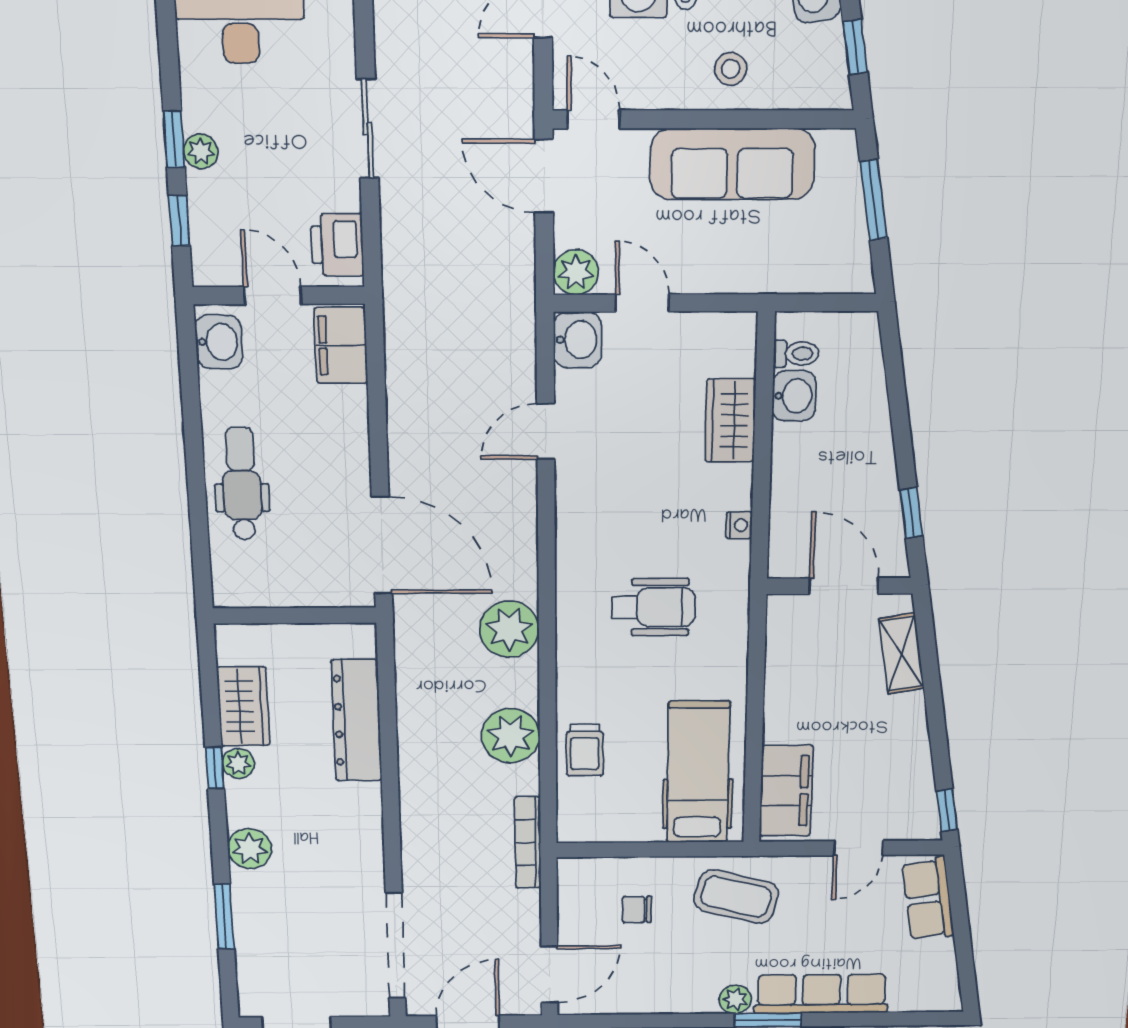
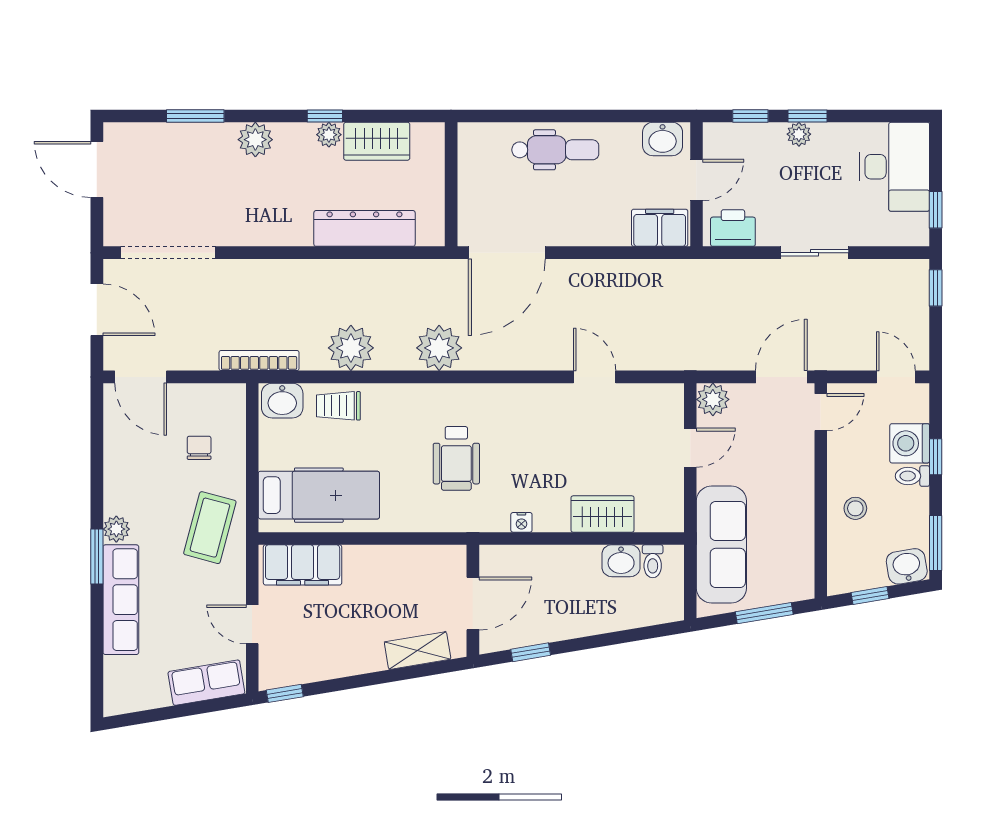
sofa: (732, 164) -> (721, 544), moved, turned 180
washbasin: (577, 340) -> (282, 401), moved

